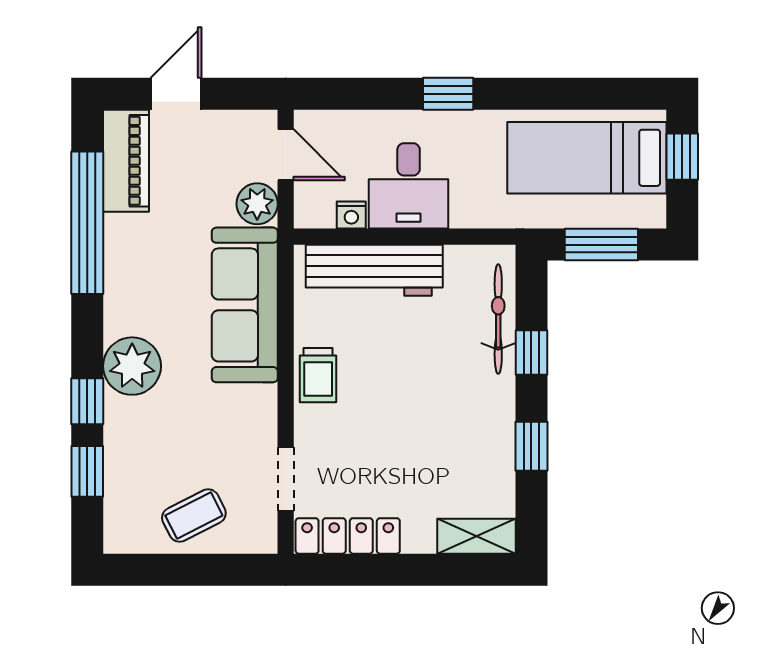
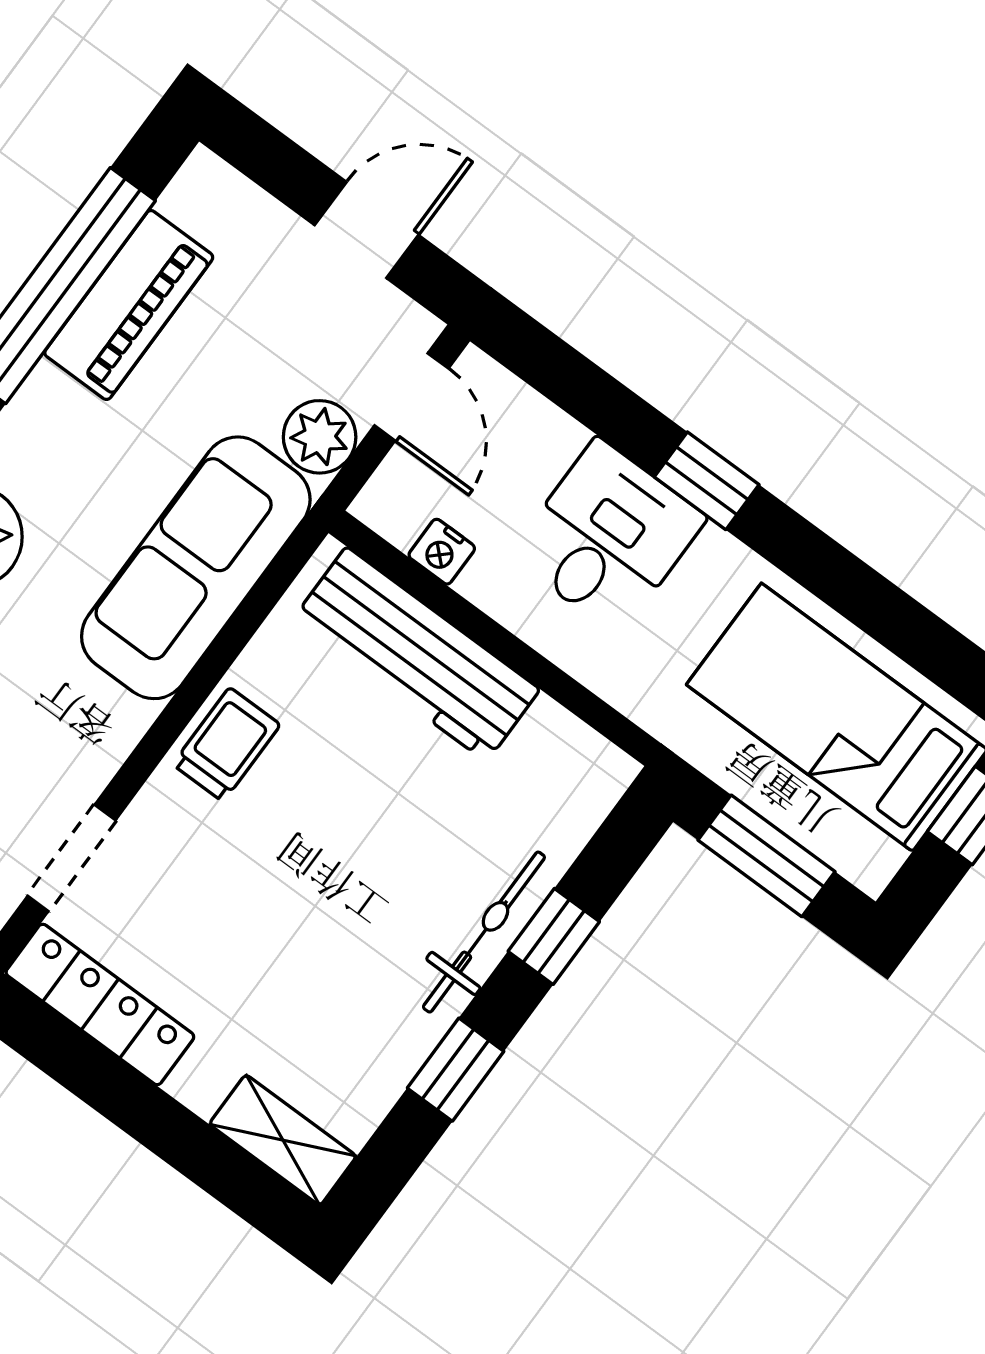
door: (176, 94) -> (367, 230), moved
piano: (126, 161) -> (129, 305), moved
desk: (409, 186) -> (608, 537), moved, turned 180
bicycle: (498, 319) -> (484, 932), moved
trolley: (318, 375) -> (226, 745), turned 180

